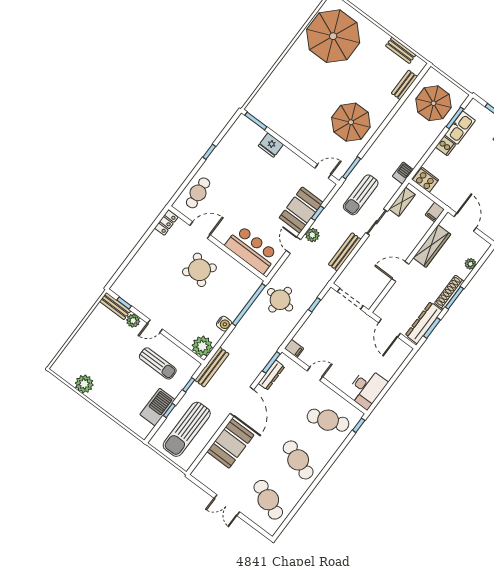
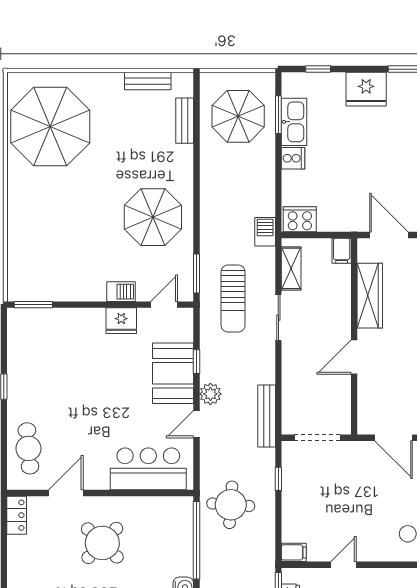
fridge: (271, 145) -> (121, 321), moved
barbecue: (306, 148) -> (121, 292), added
door: (294, 245) -> (196, 424), hinge flipped
bench: (345, 252) -> (267, 416), moved

